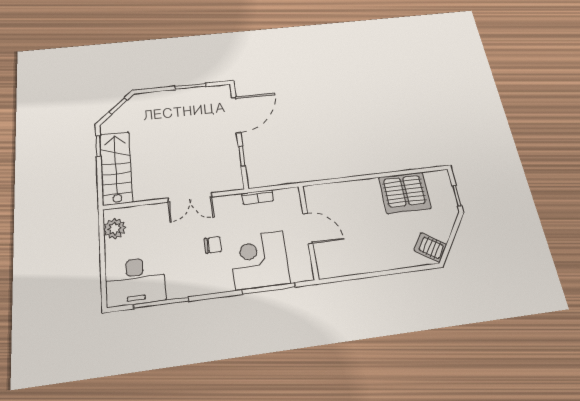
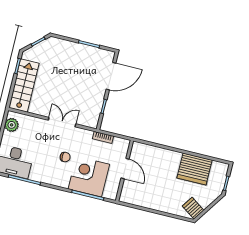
double door: (190, 198) -> (62, 122), swing flipped

